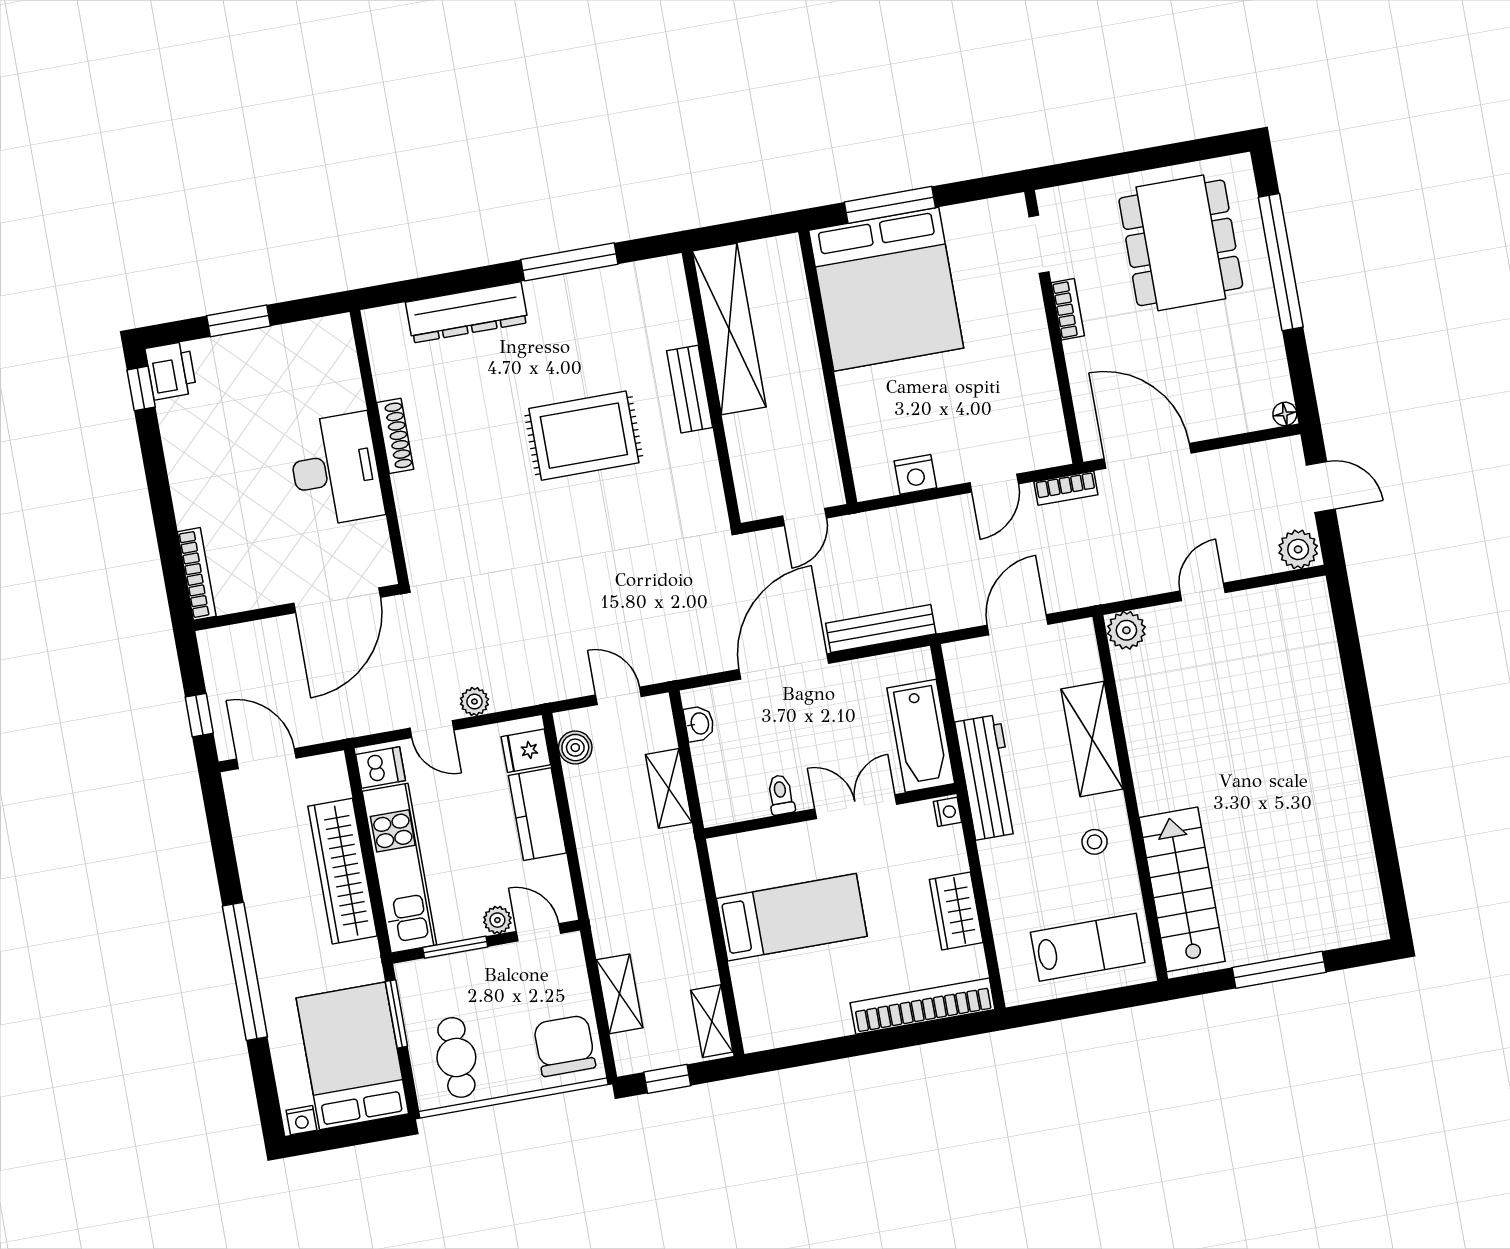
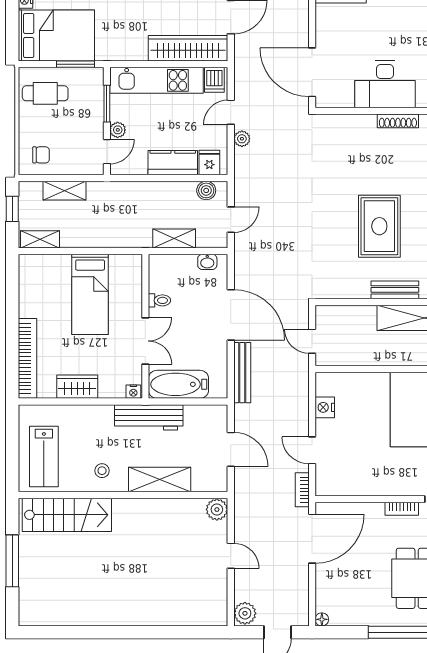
wardrobe: (342, 871) -> (188, 48), moved
chair: (565, 1046) -> (41, 155), width x0.54, depth x0.54

